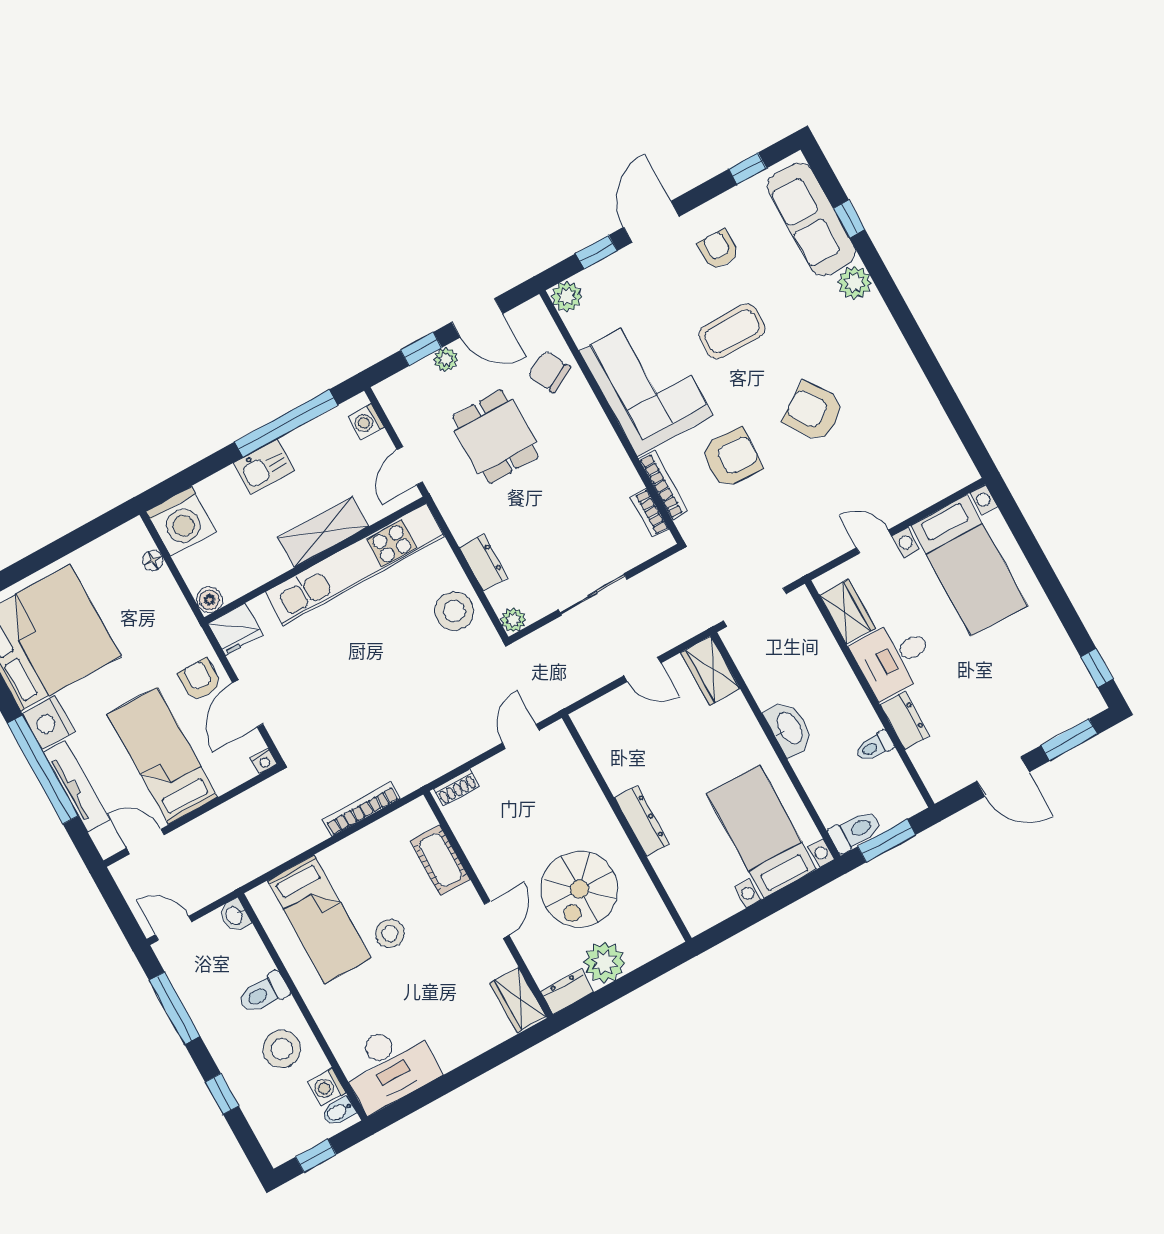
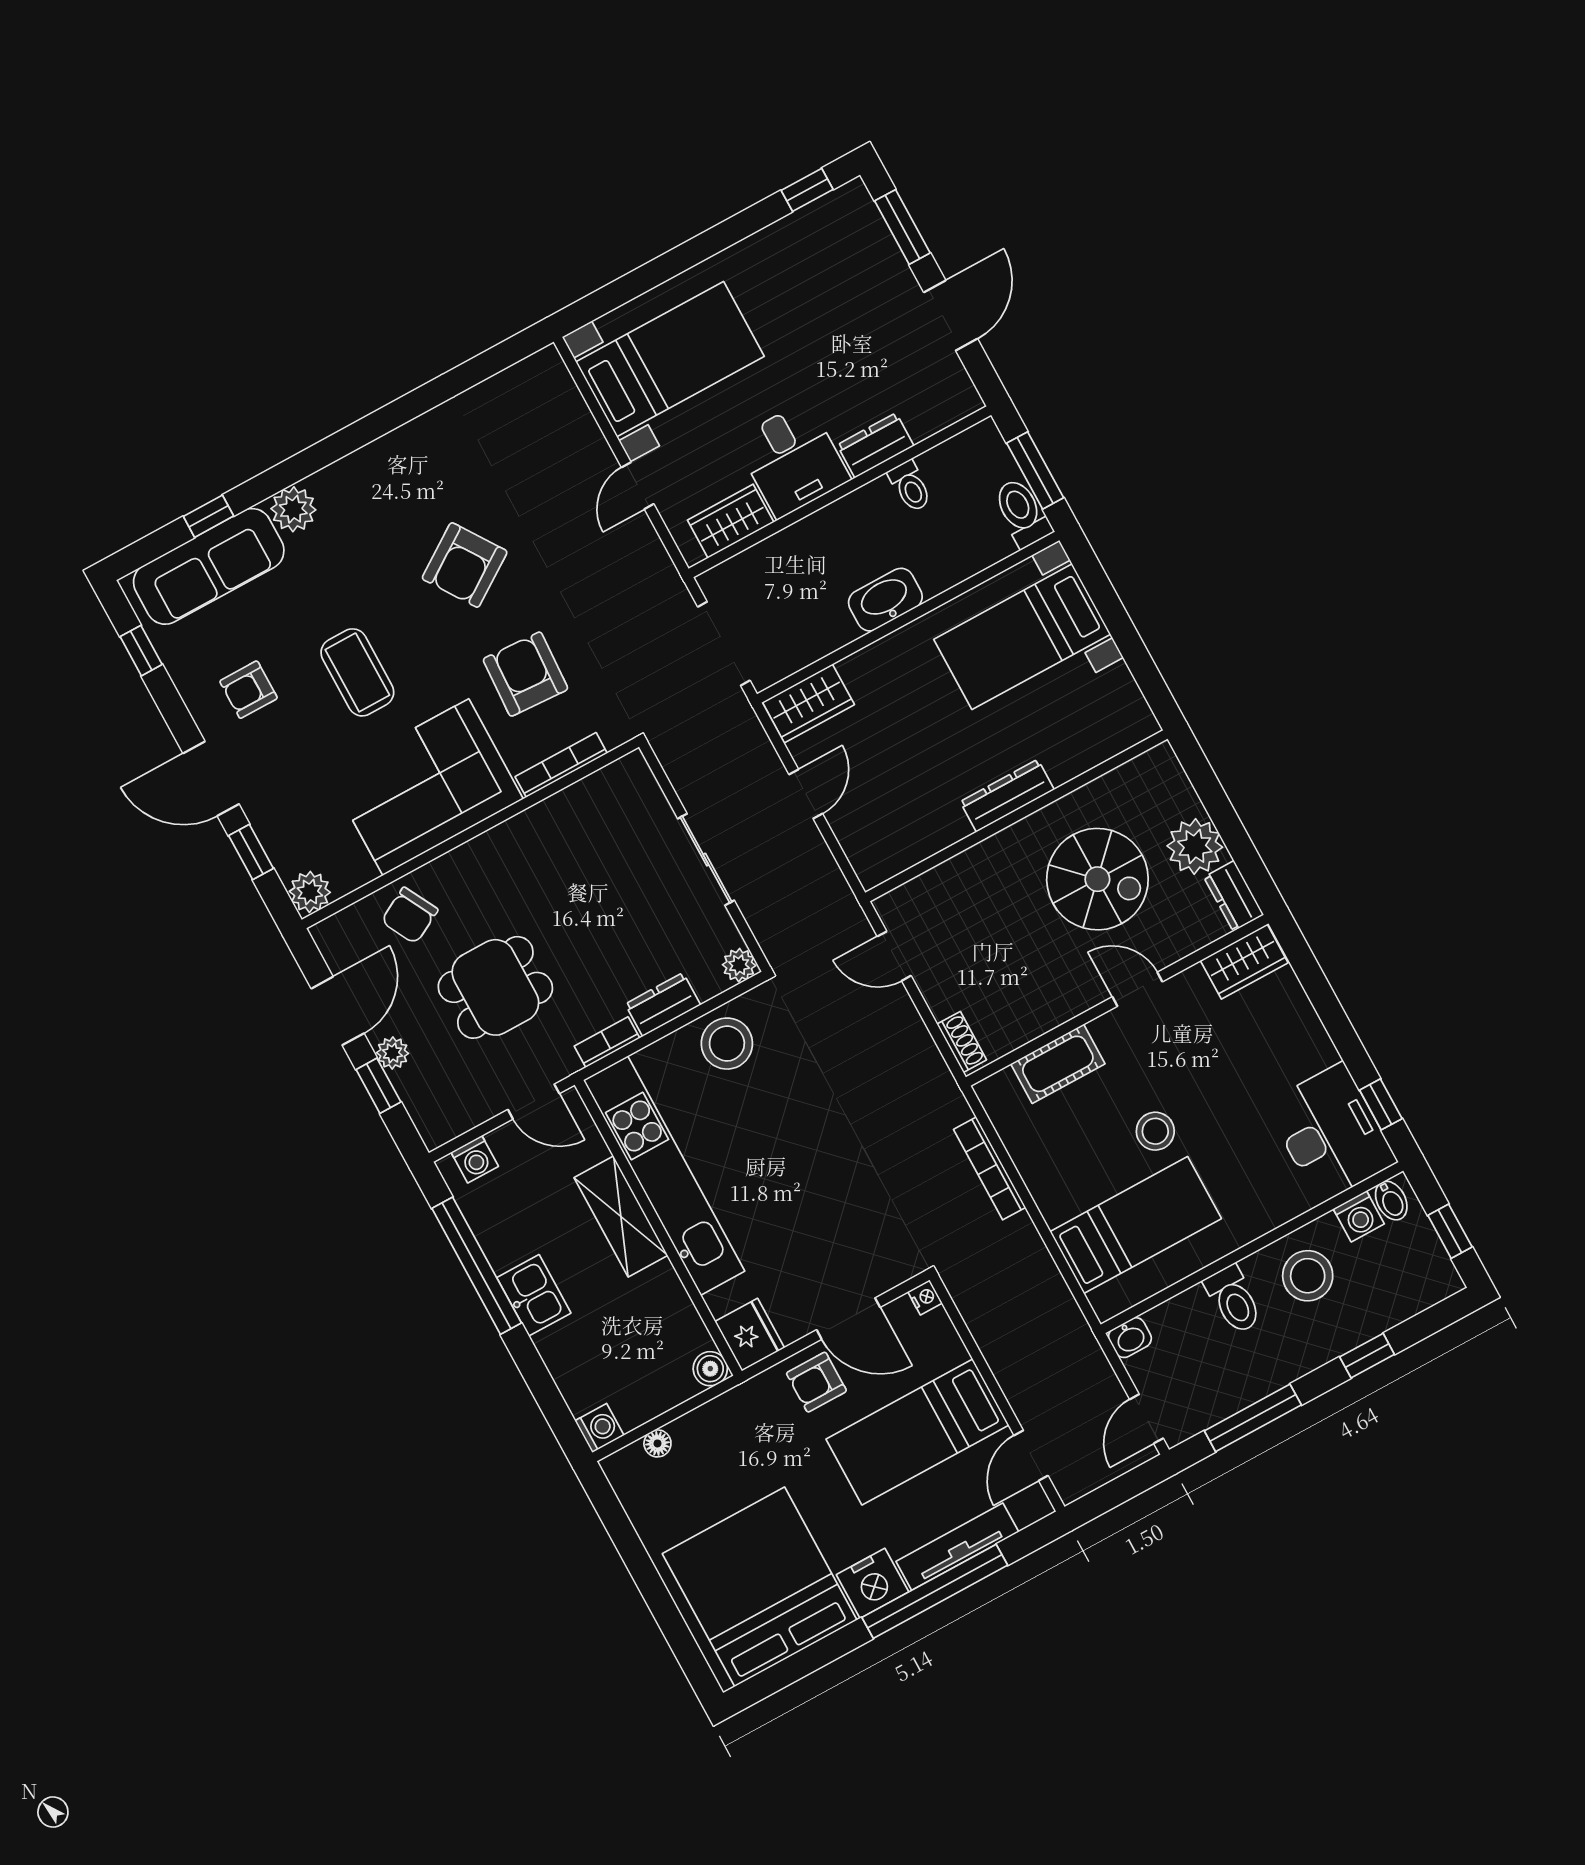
bookcase: (650, 513) -> (607, 1042), moved, turned 180
washing machine: (181, 521) -> (599, 1428), width x0.53, depth x0.53
window: (411, 1103) -> (1381, 1104), added

